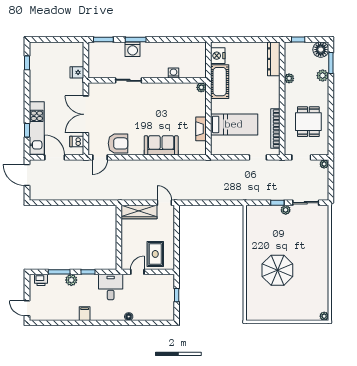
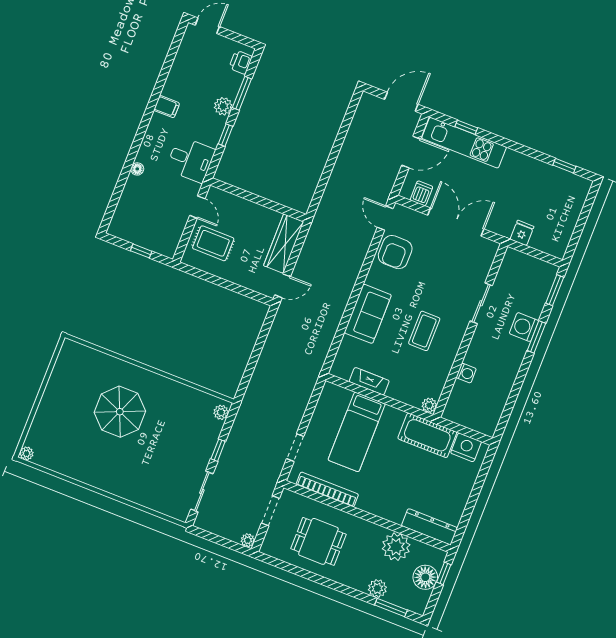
floor lamp: (321, 50) -> (425, 577), moved
plant: (289, 78) -> (396, 547), width x1.87, depth x1.87
coffee table: (158, 108) -> (424, 331), added
plant: (286, 210) -> (221, 412), moved

